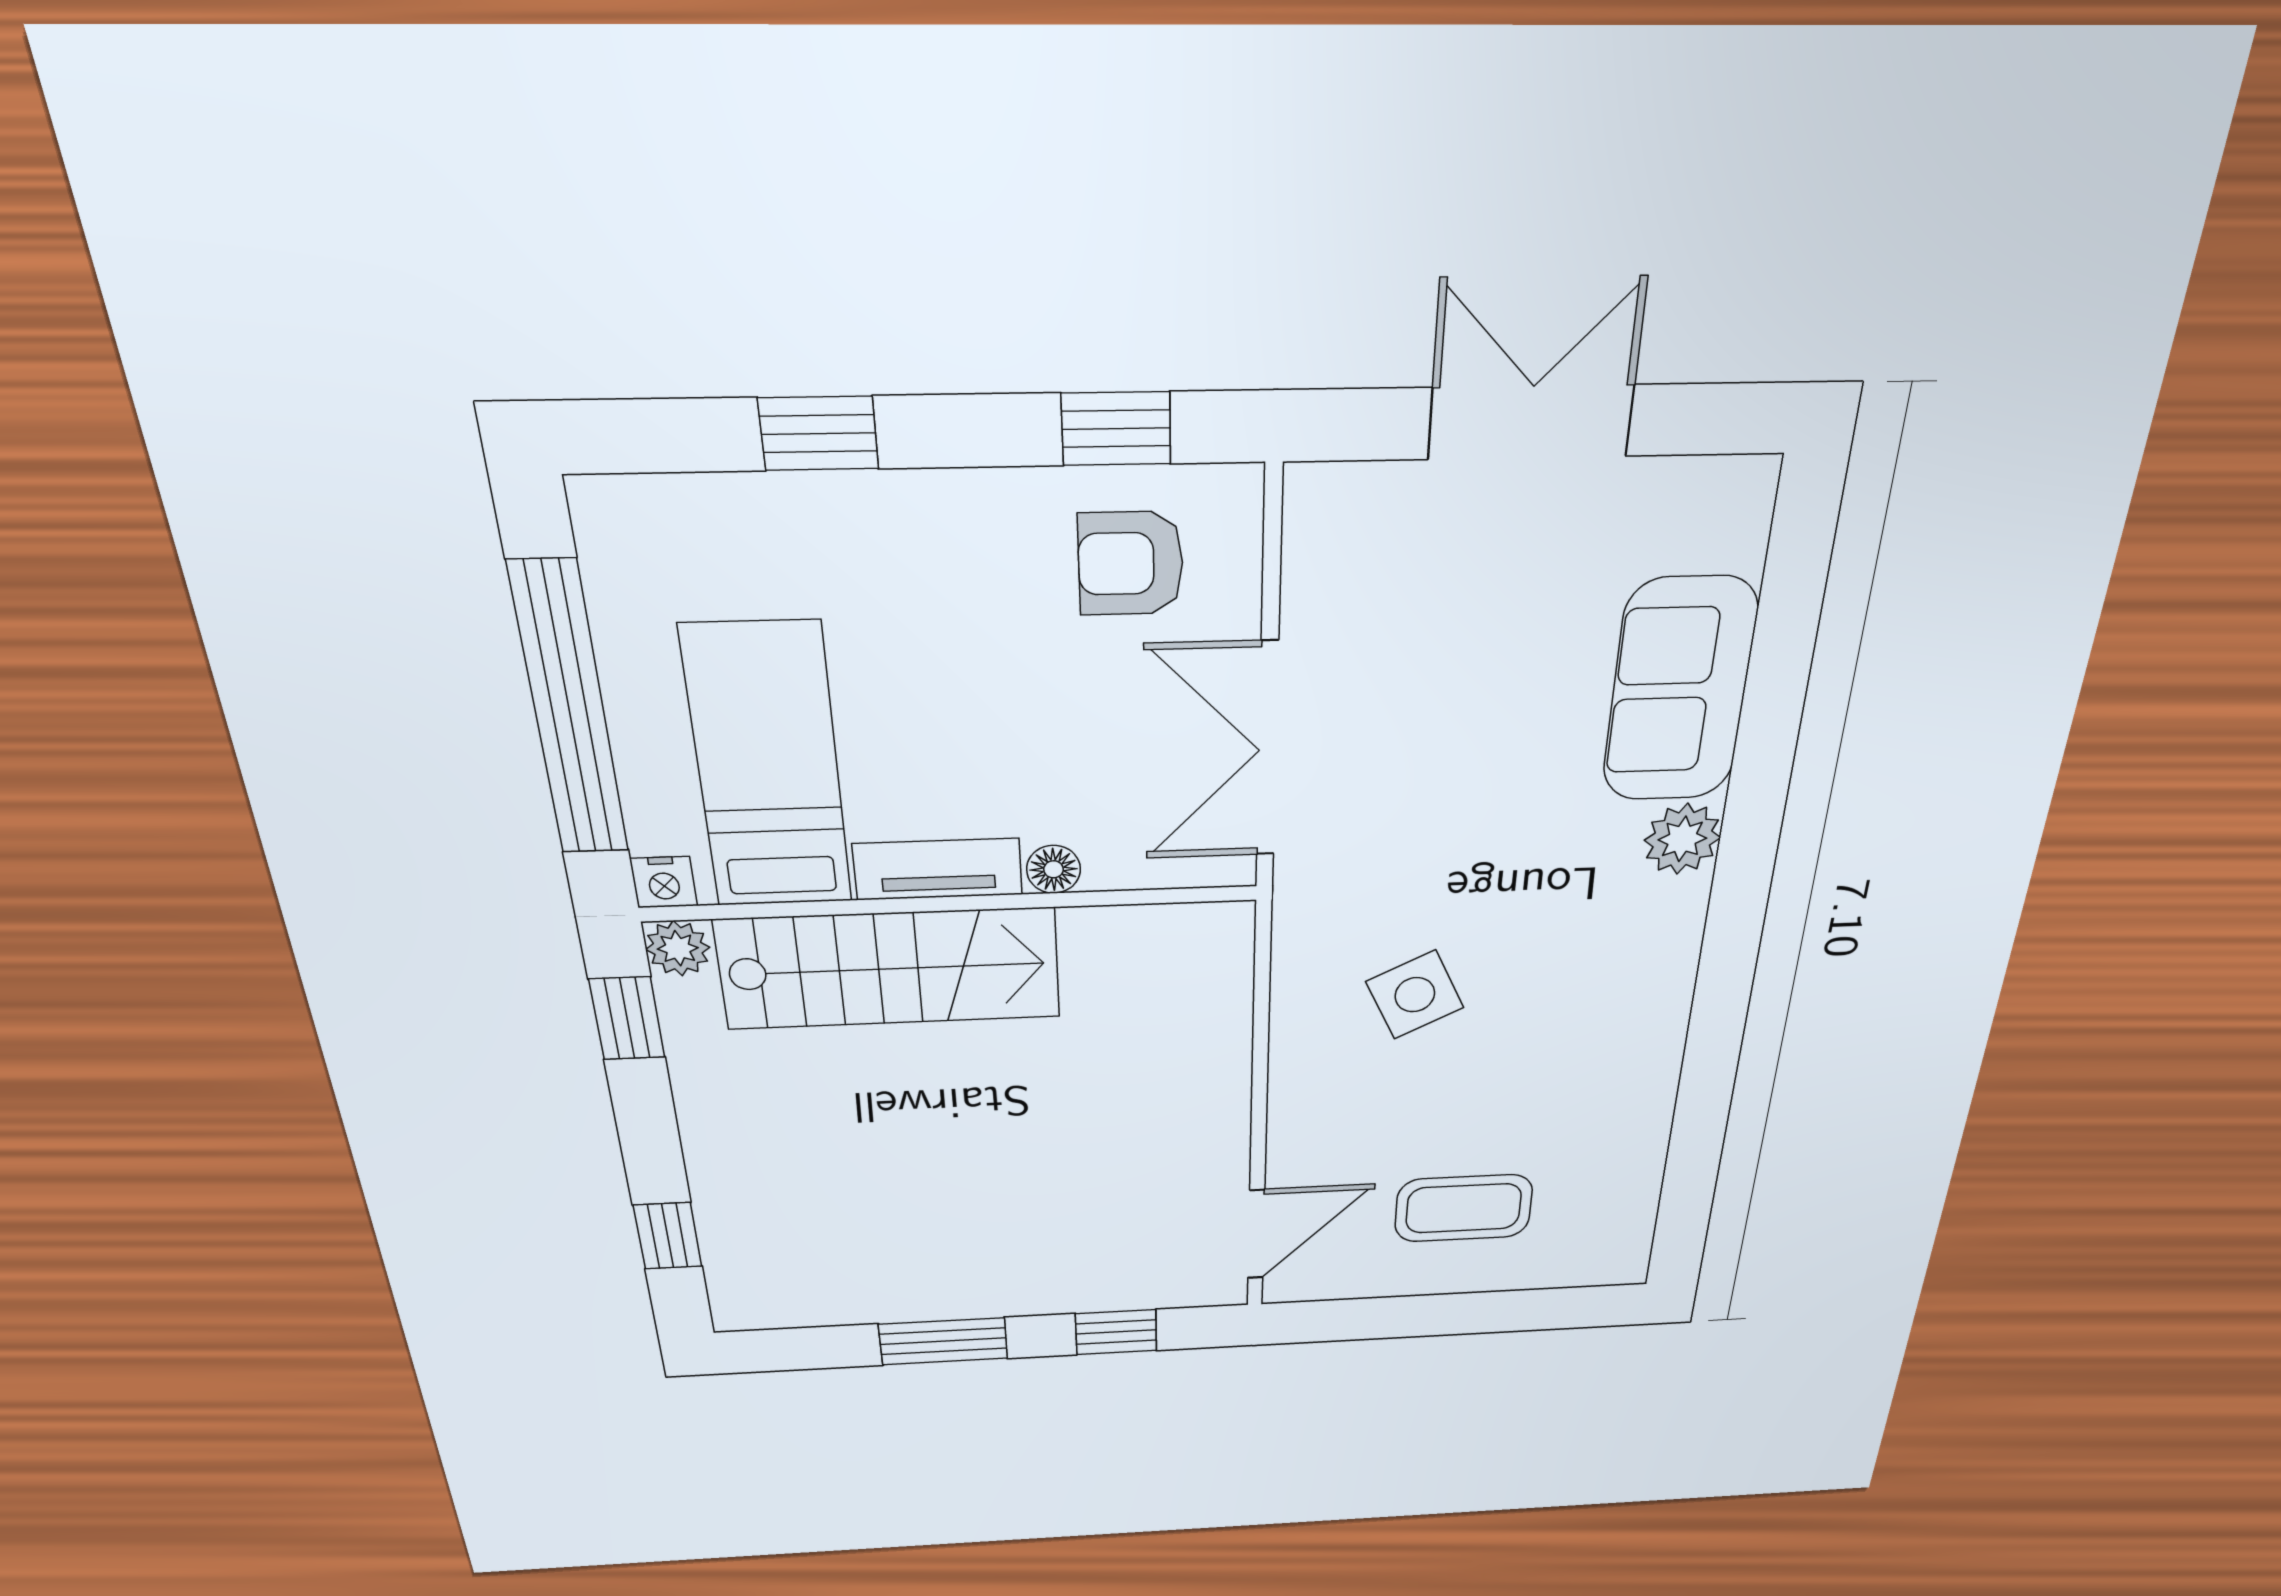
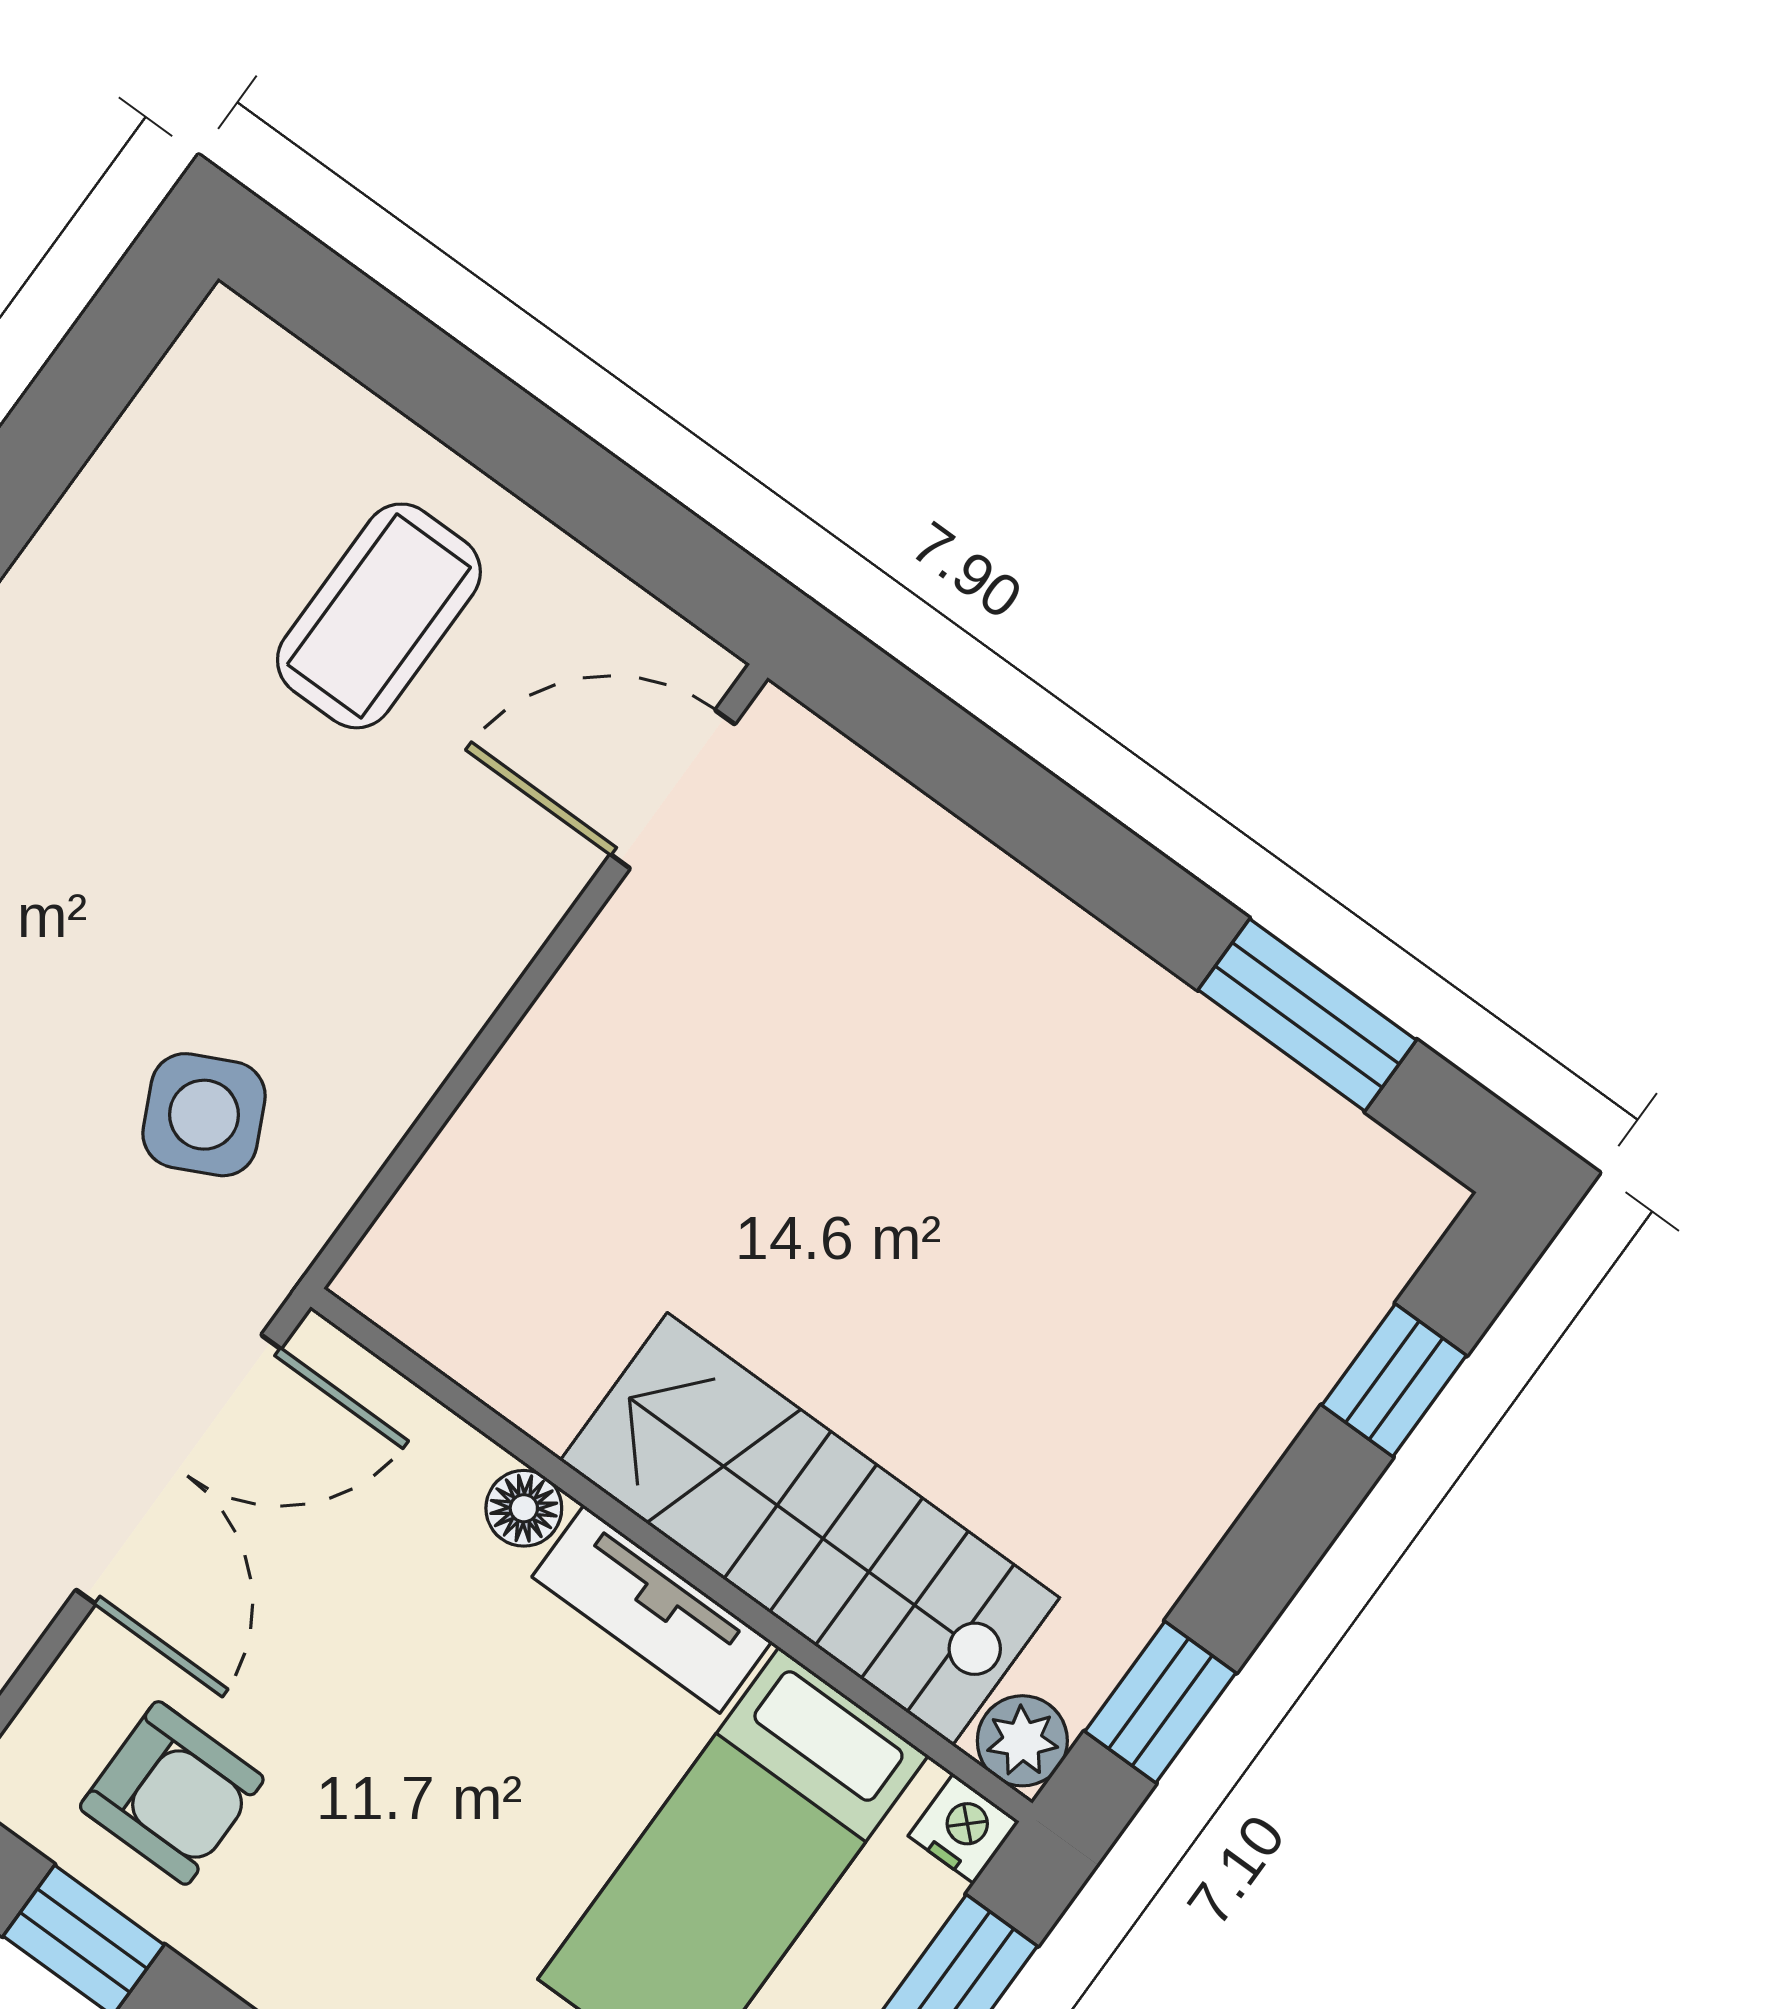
side table: (1415, 995) -> (204, 1115), moved
coffee table: (1464, 1208) -> (379, 616), turned 90
window: (1116, 1332) -> (972, 771), removed
window: (943, 1341) -> (1307, 1015), moved

